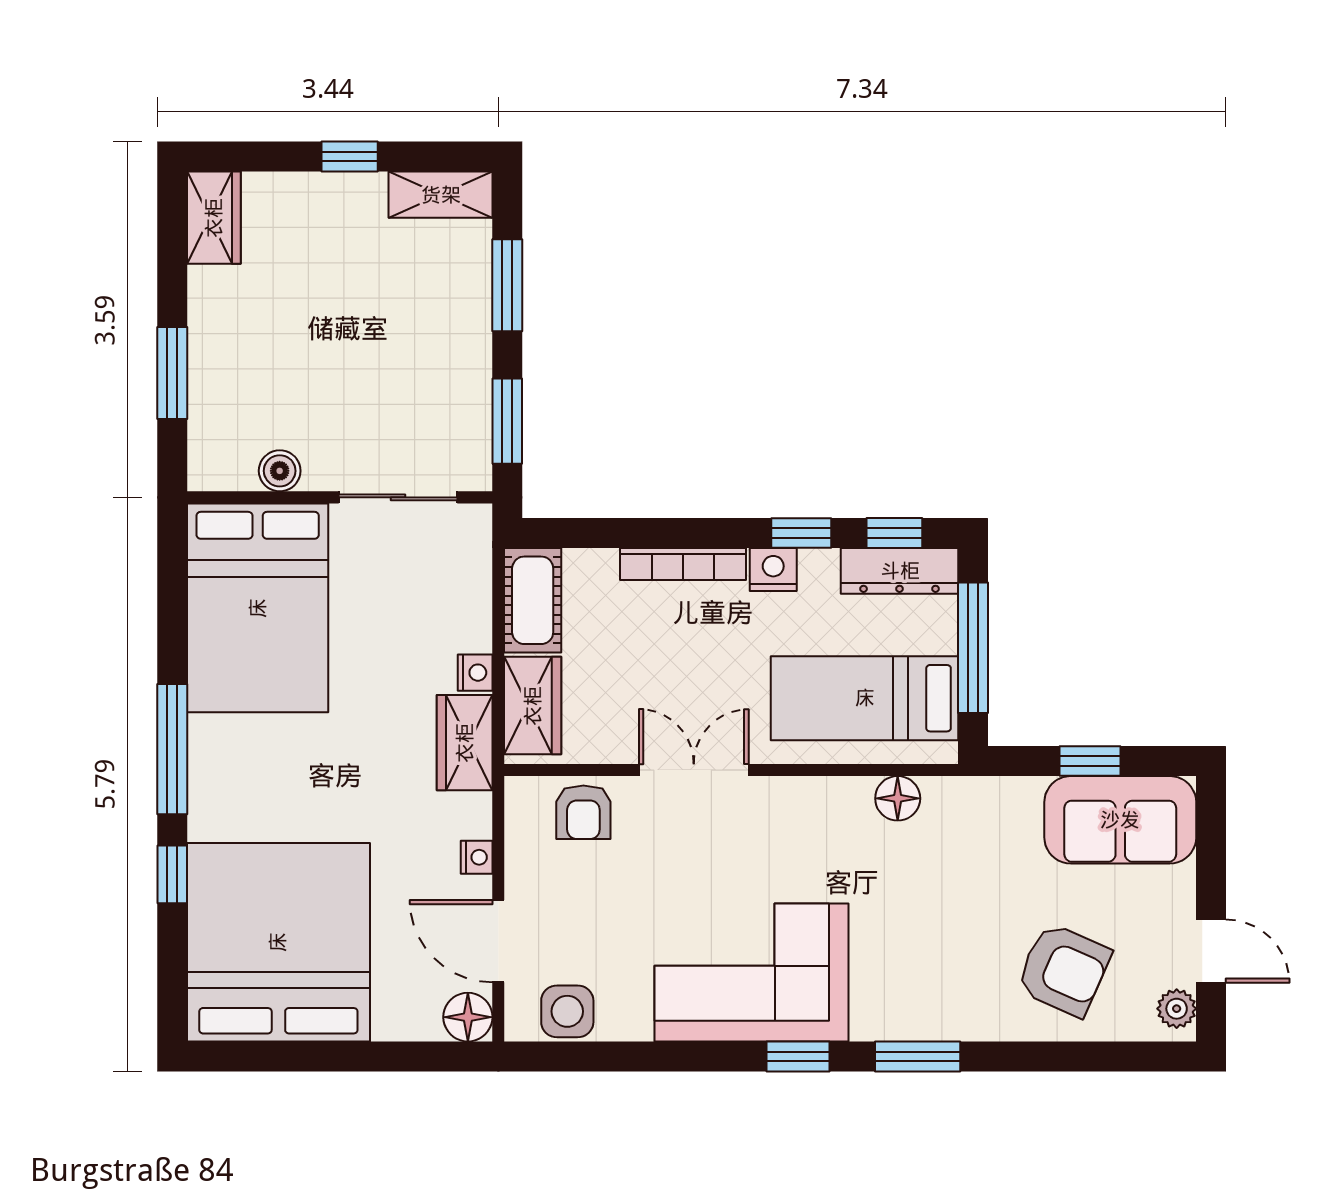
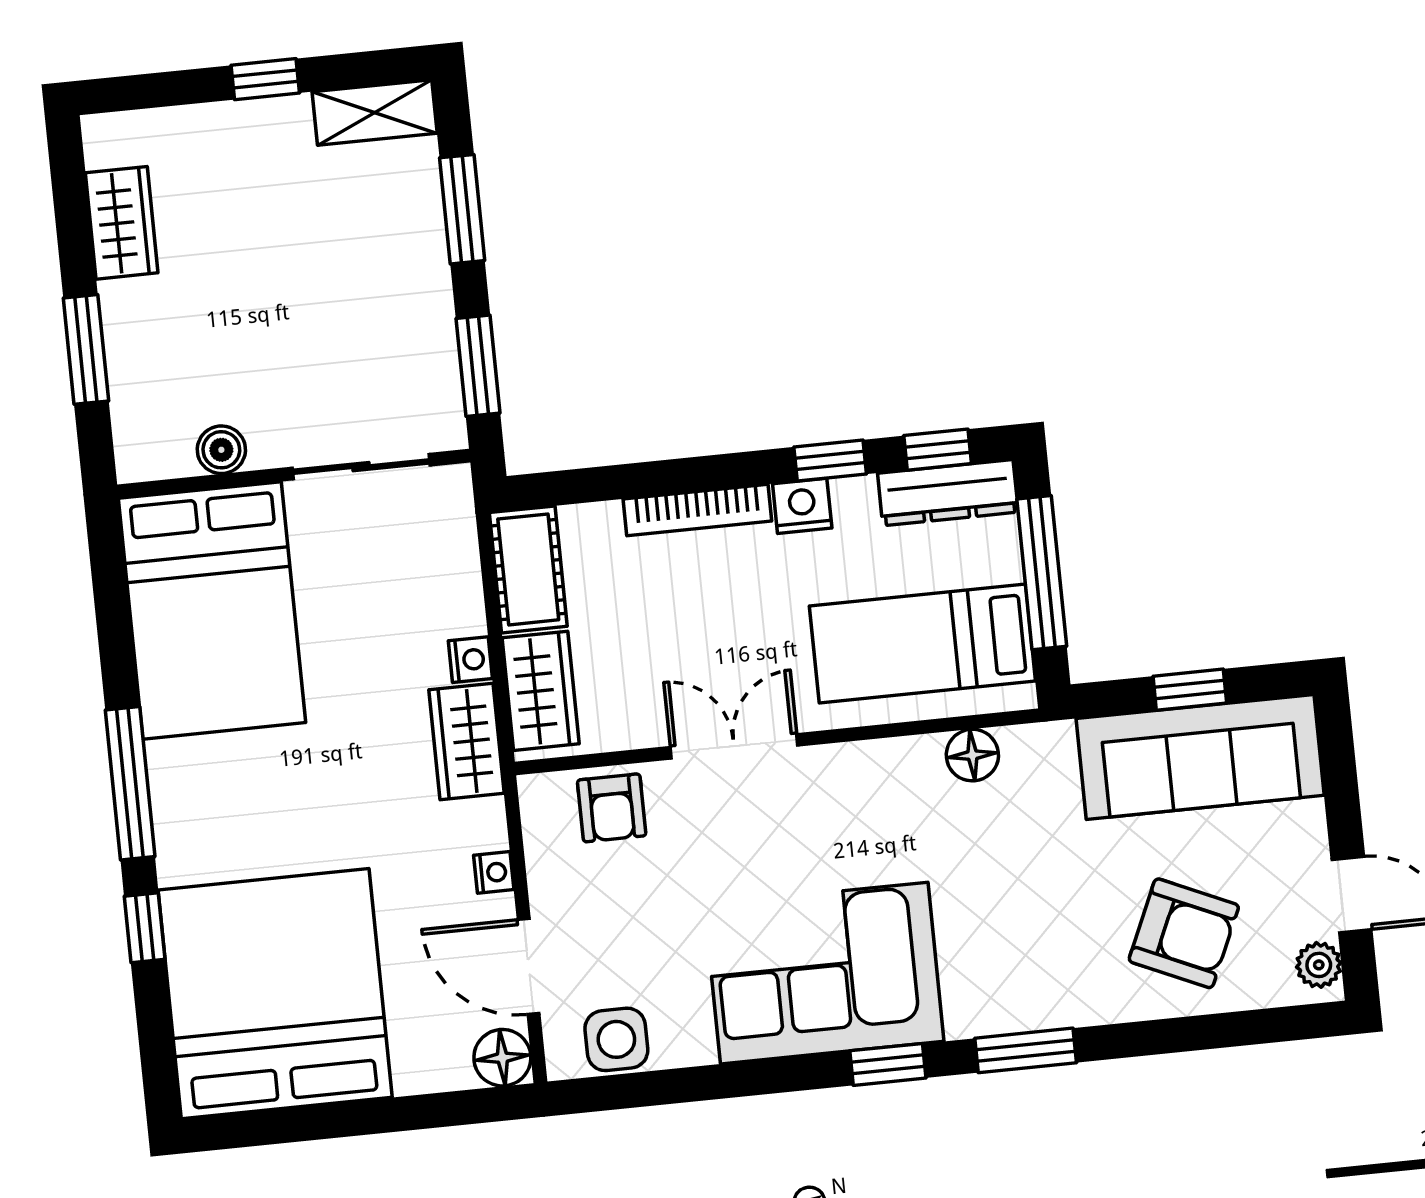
wardrobe: (214, 218) -> (122, 223), moved
sofa: (1120, 820) -> (1200, 757), width x1.36

